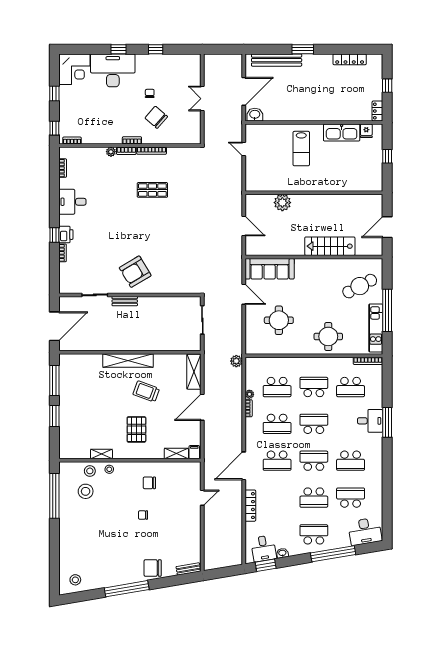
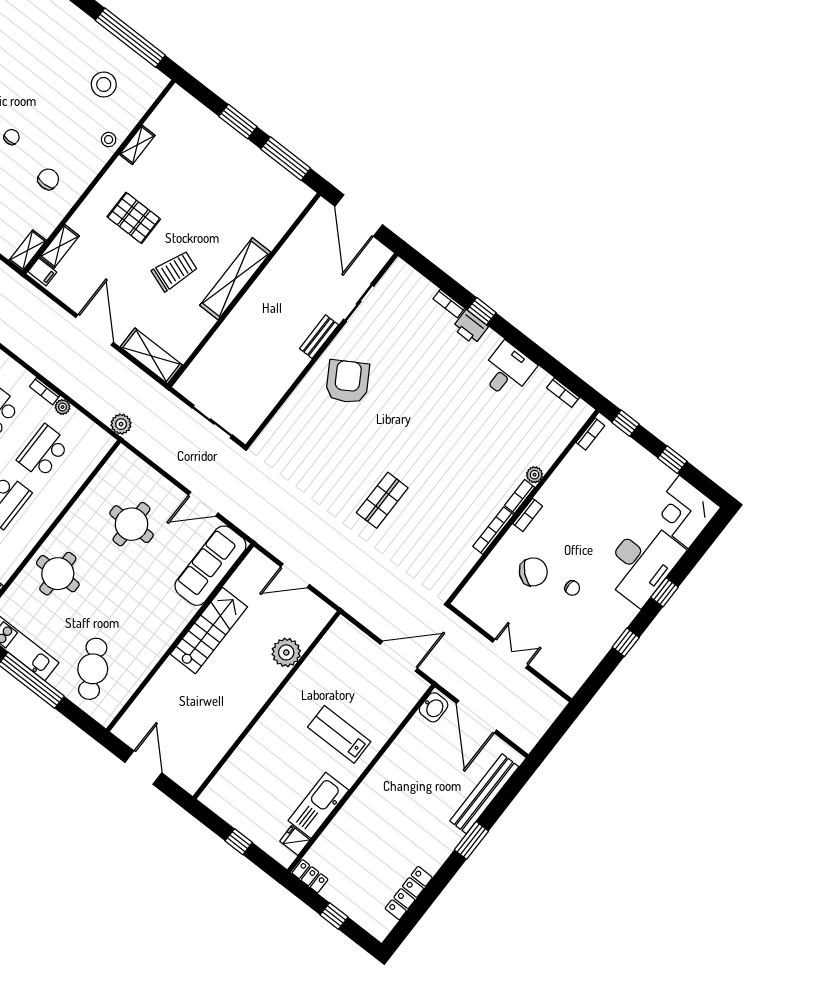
door: (244, 149) -> (399, 656), width x1.88
shop shelf: (152, 190) -> (382, 500), moved
stairs: (330, 246) -> (209, 631), moved
shelving: (190, 467) -> (28, 250), added
stool: (90, 471) -> (127, 112), removed

